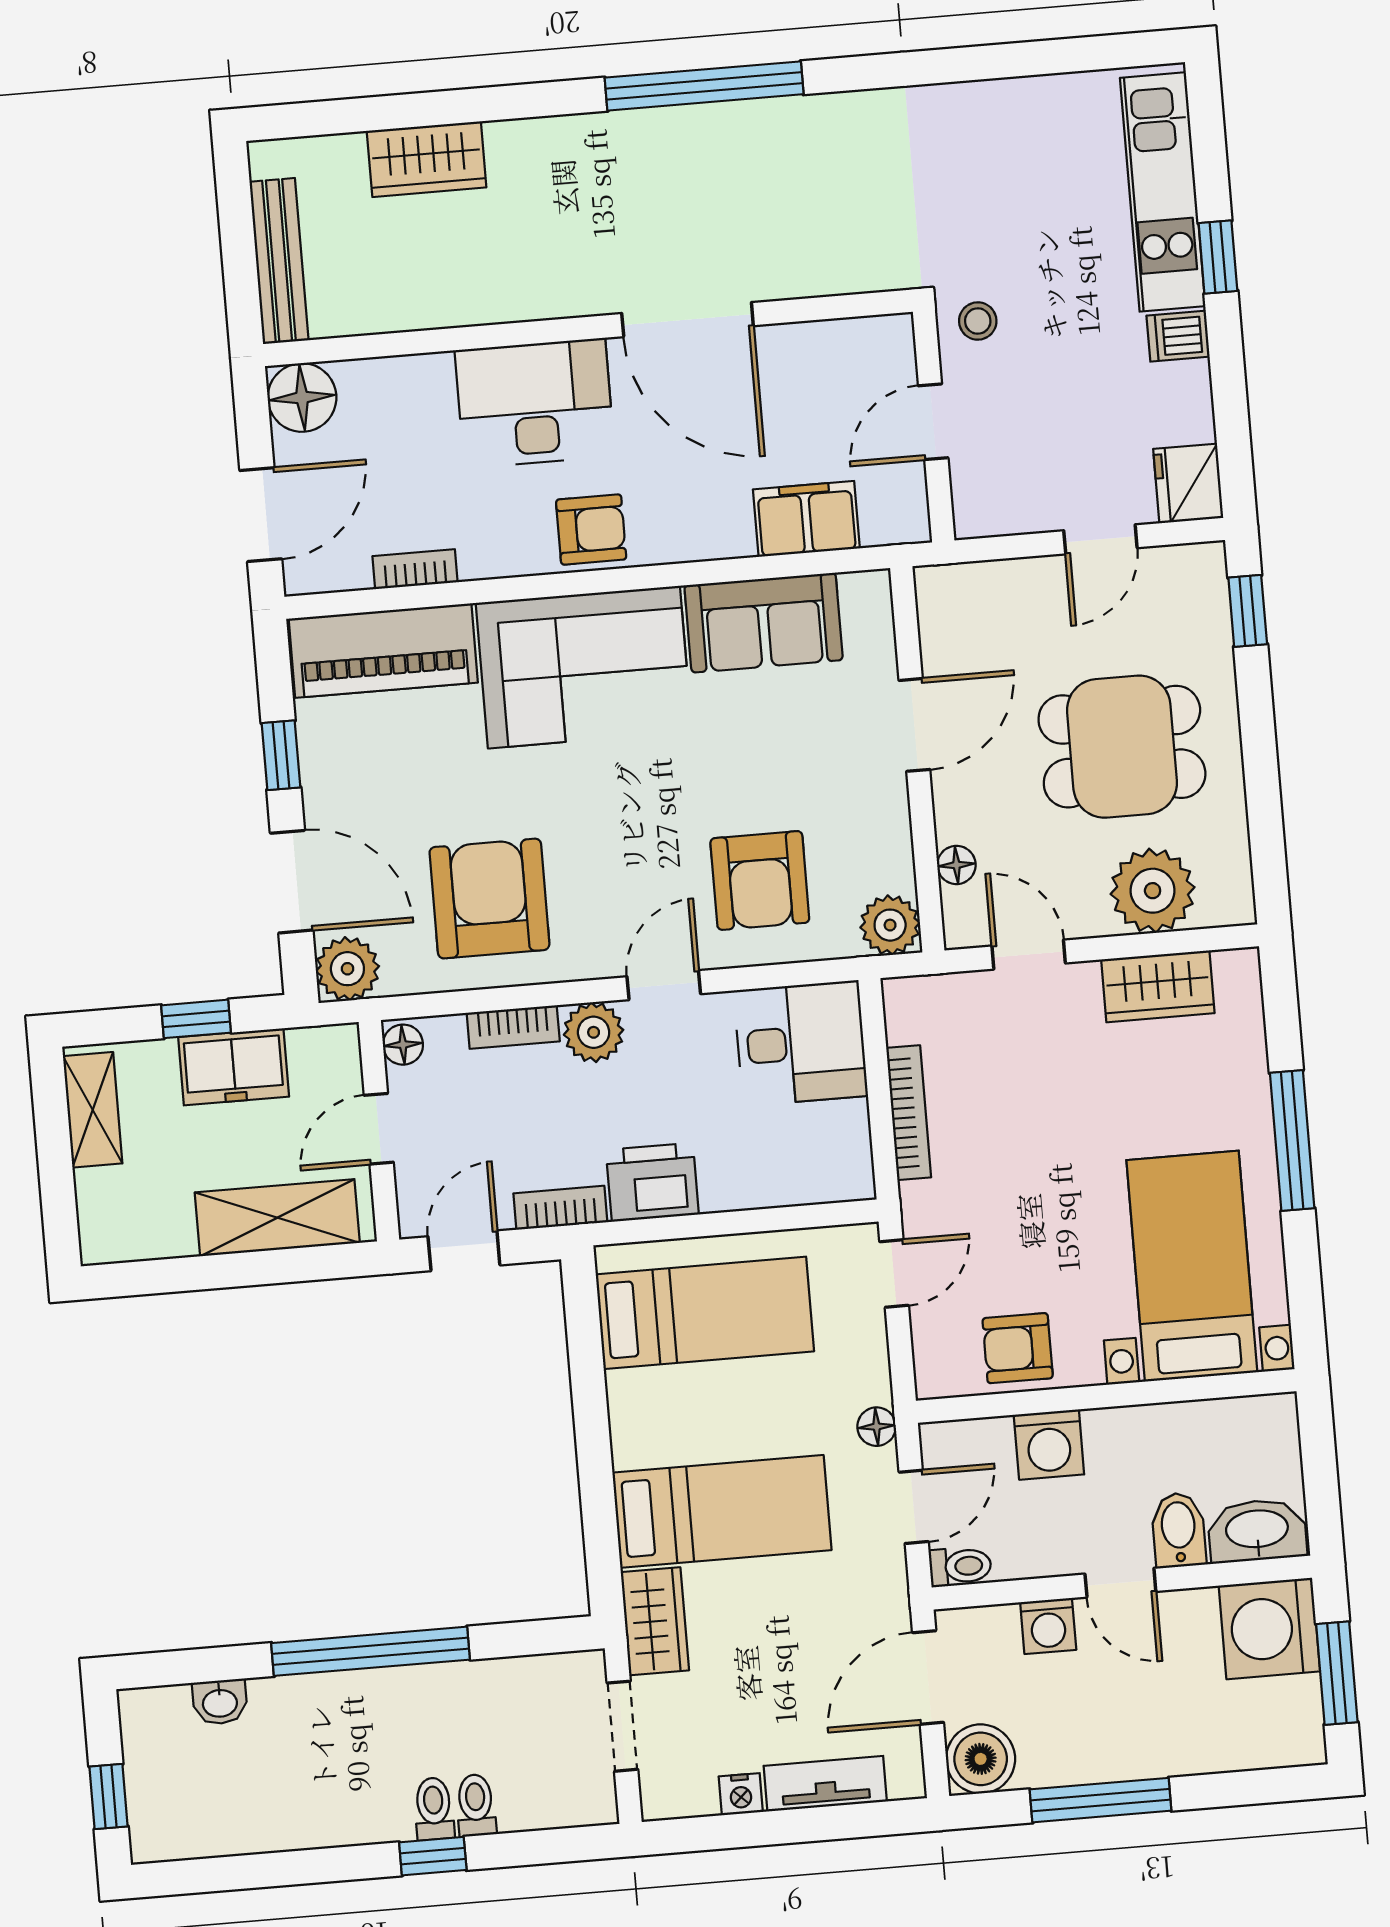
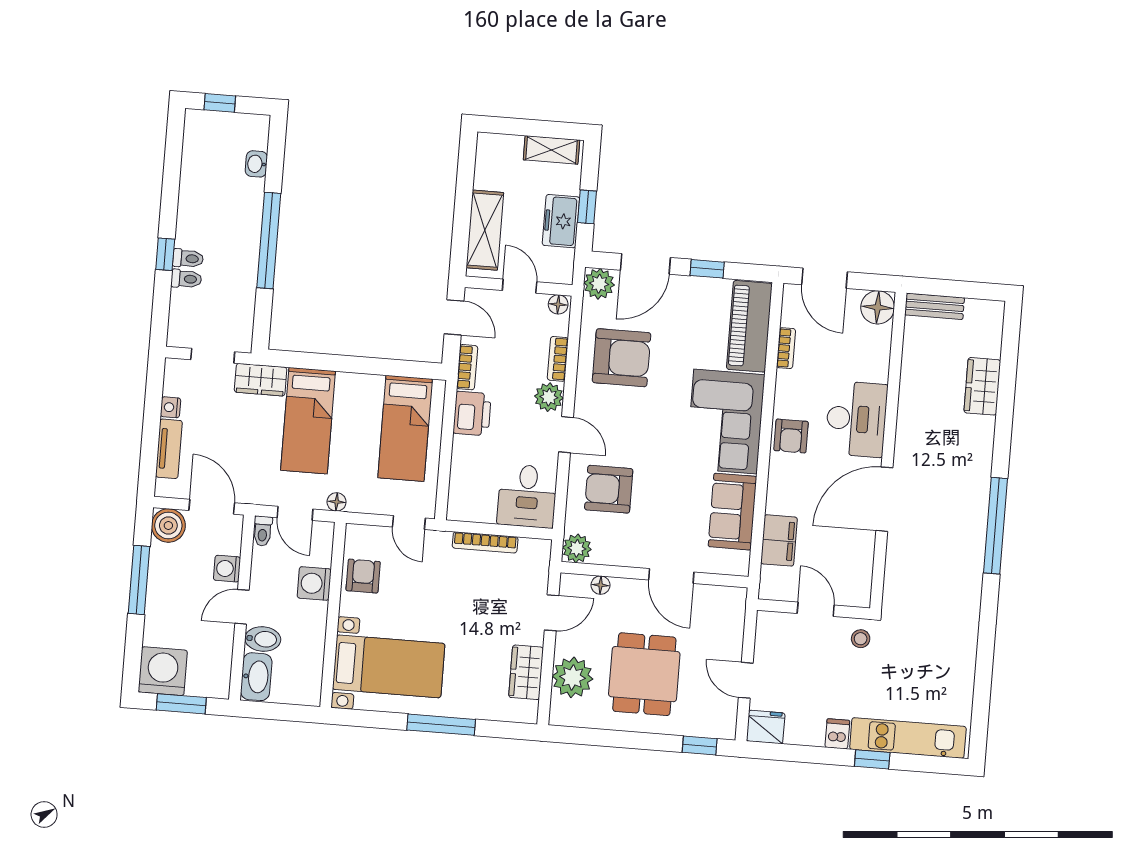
bench: (279, 261) -> (935, 306), width x0.73
washing machine: (1269, 1628) -> (163, 671), moved

